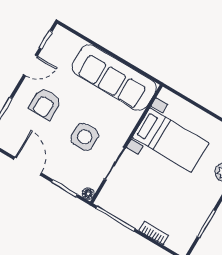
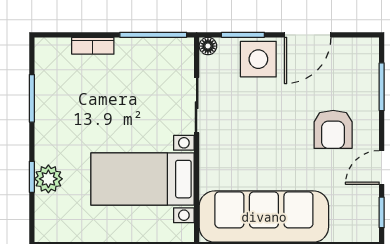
armchair: (45, 104) -> (333, 129), turned 180
side table: (85, 137) -> (258, 59), moved
door: (28, 166) -> (308, 35), hinge flipped

